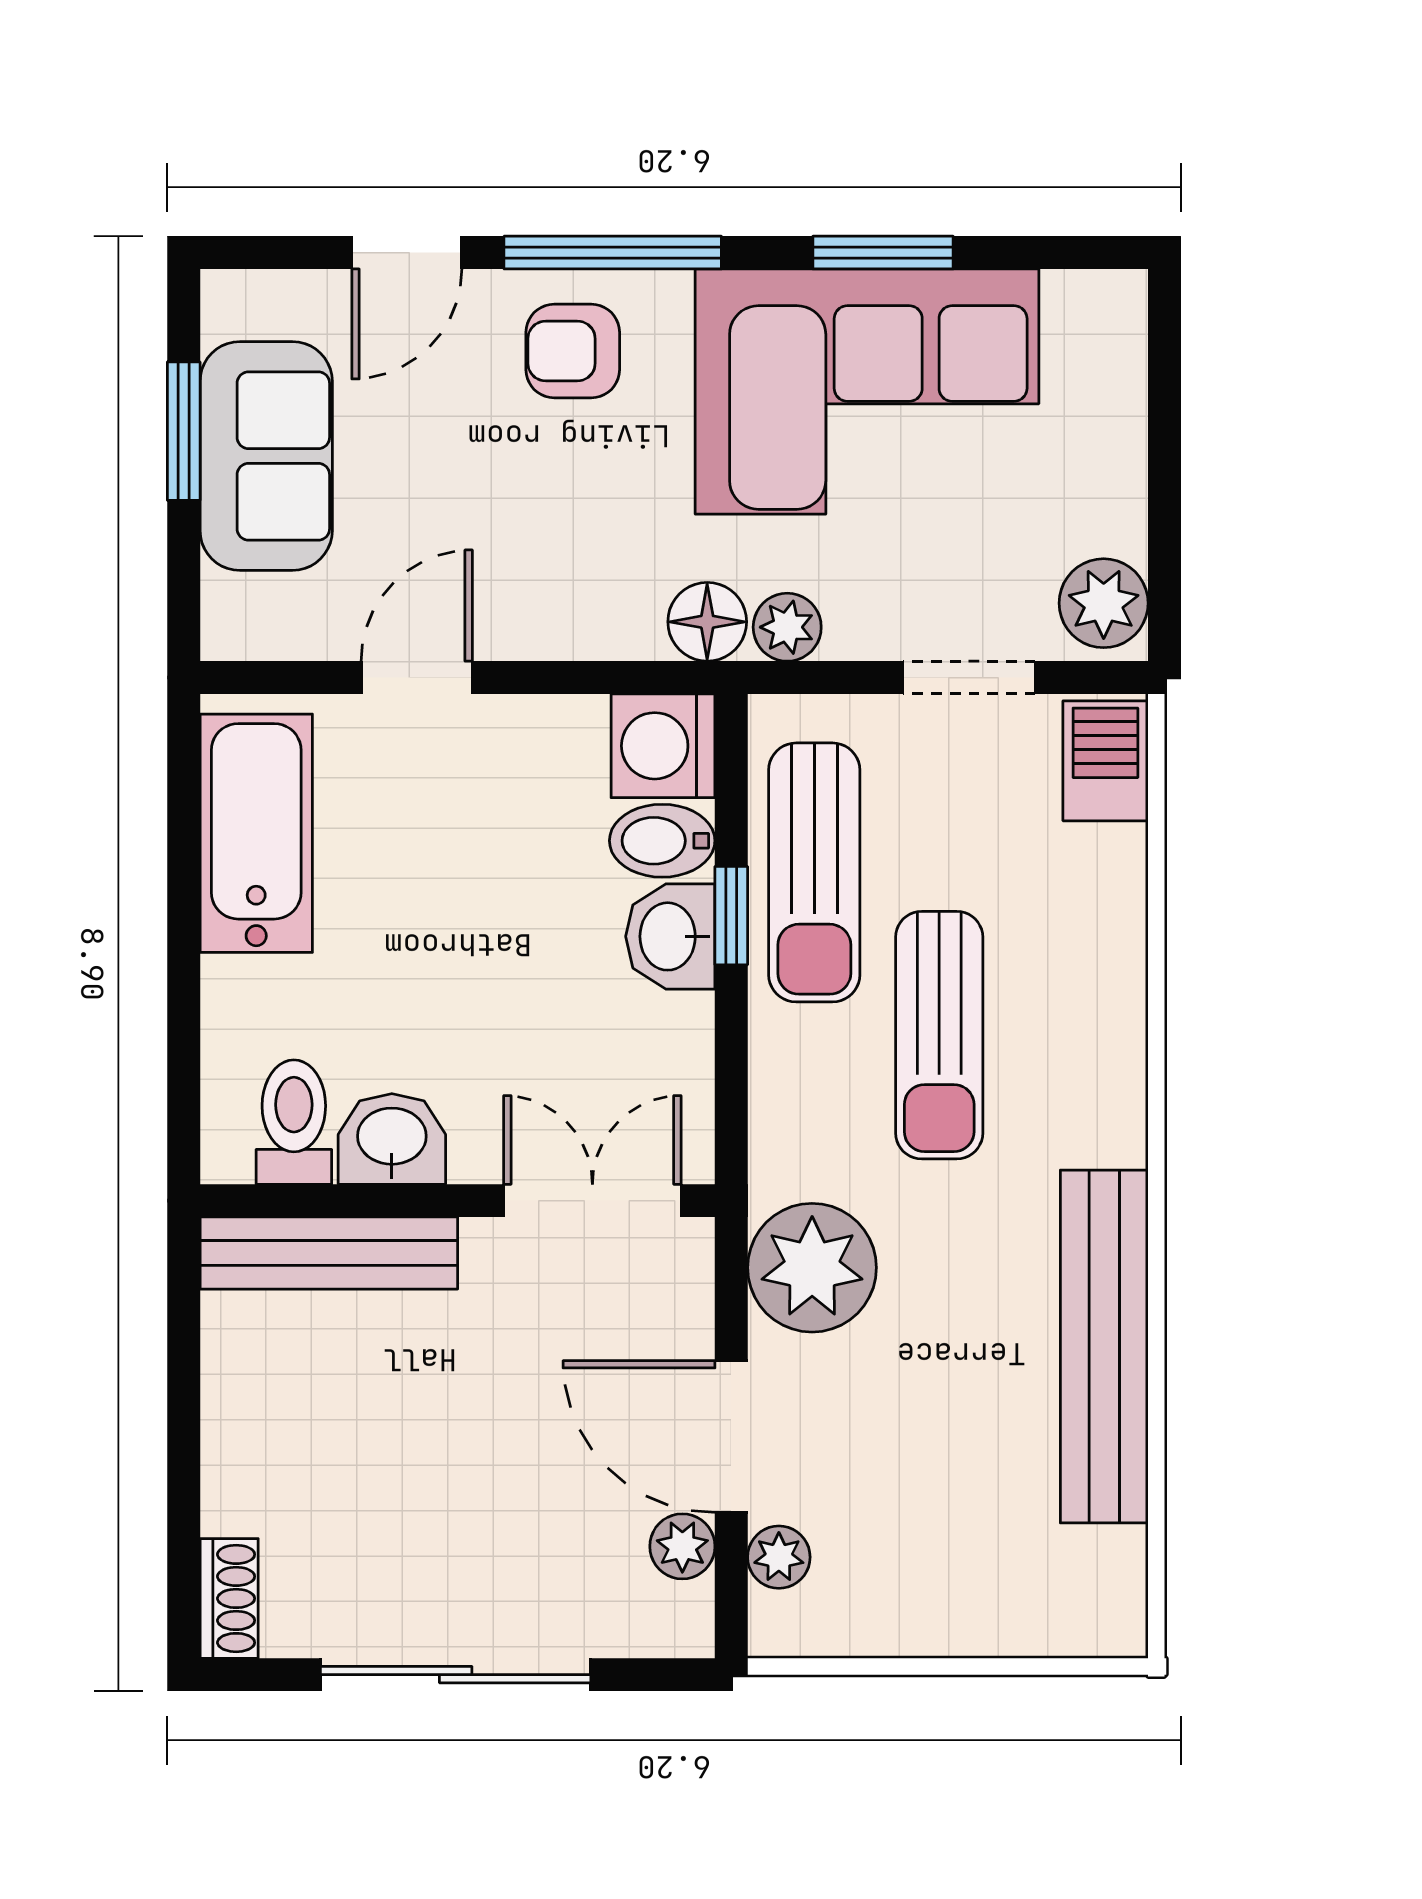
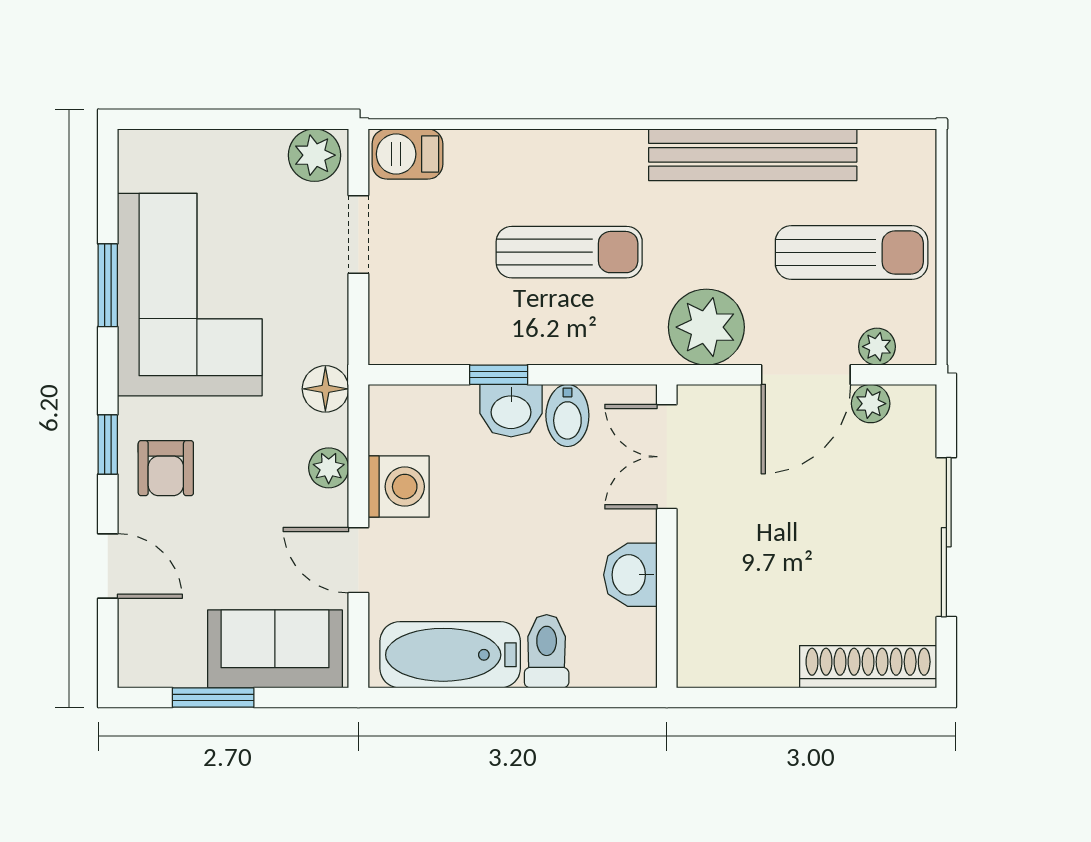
window: (613, 253) -> (108, 445), width x0.46
sofa: (266, 456) -> (275, 649), moved
plant: (787, 627) -> (329, 468), moved
washing machine: (663, 746) -> (399, 487), moved, turned -90
bidet: (662, 841) -> (567, 415), moved
sun lounger: (814, 872) -> (852, 252), moved
toilet: (294, 1122) -> (547, 651), moved, turned 90
bench: (329, 1253) -> (698, 612), removed
shoe rack: (229, 1598) -> (868, 667), width x1.94, depth x1.24

